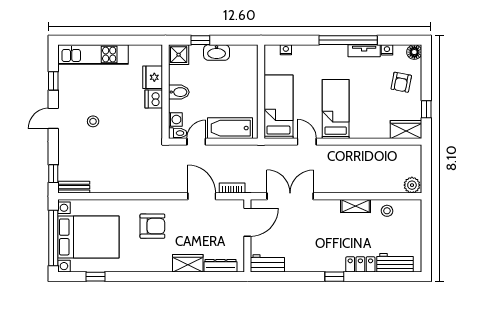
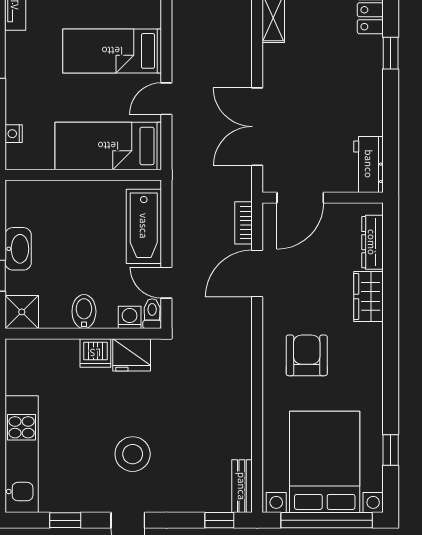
fridge: (153, 77) -> (132, 355), moved
stool: (93, 121) -> (133, 454), width x1.89, depth x1.89
door: (247, 222) -> (300, 198), swing flipped

